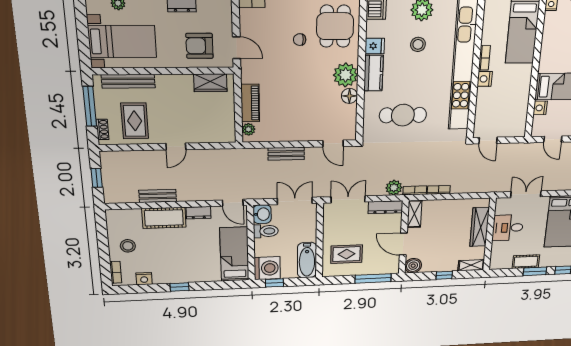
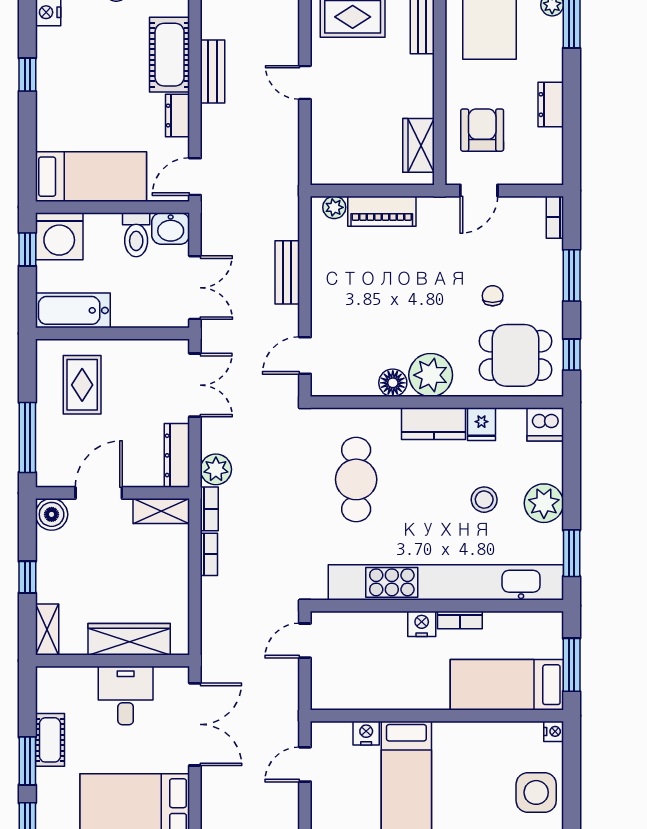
double door: (526, 194) -> (195, 724), width x1.37
bench: (158, 196) -> (213, 72), moved

